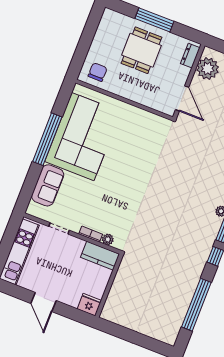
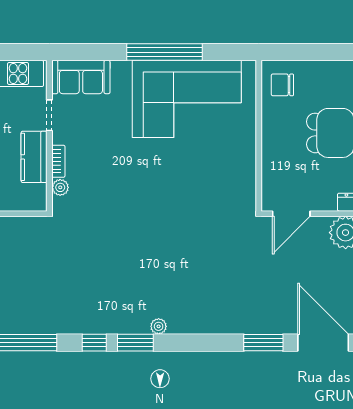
chair: (98, 72) -> (282, 85), turned 180
sofa: (48, 185) -> (81, 77), moved
kitchen counter: (100, 256) -> (34, 157), moved

